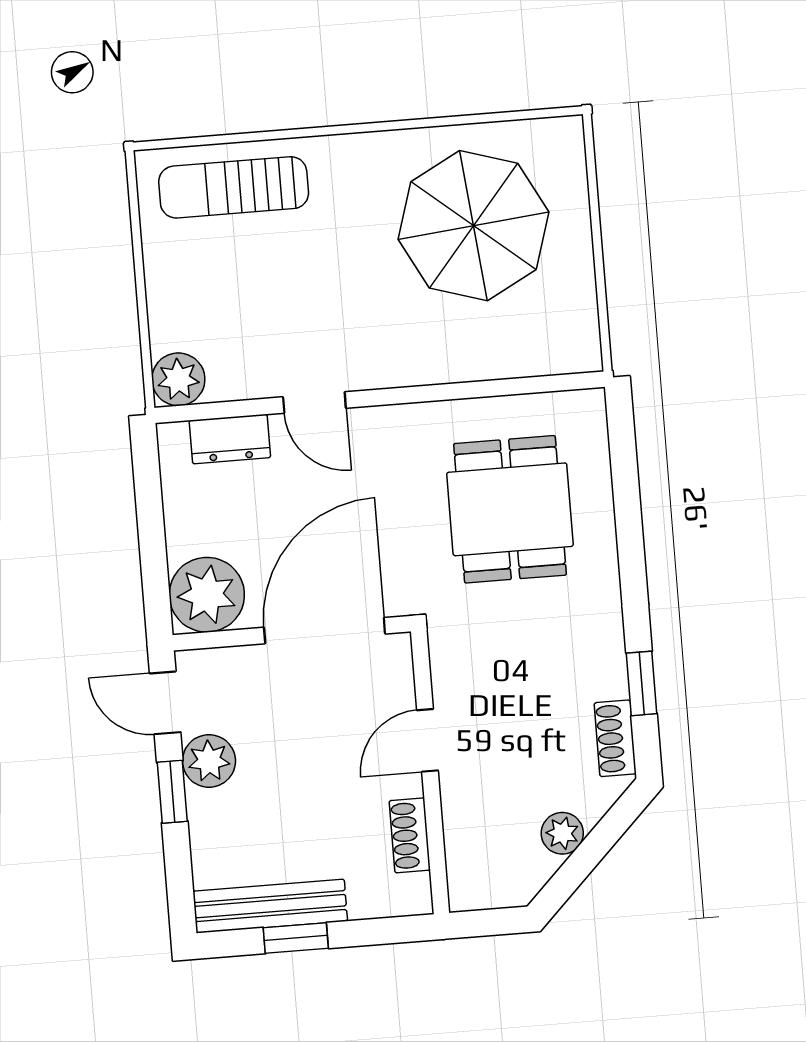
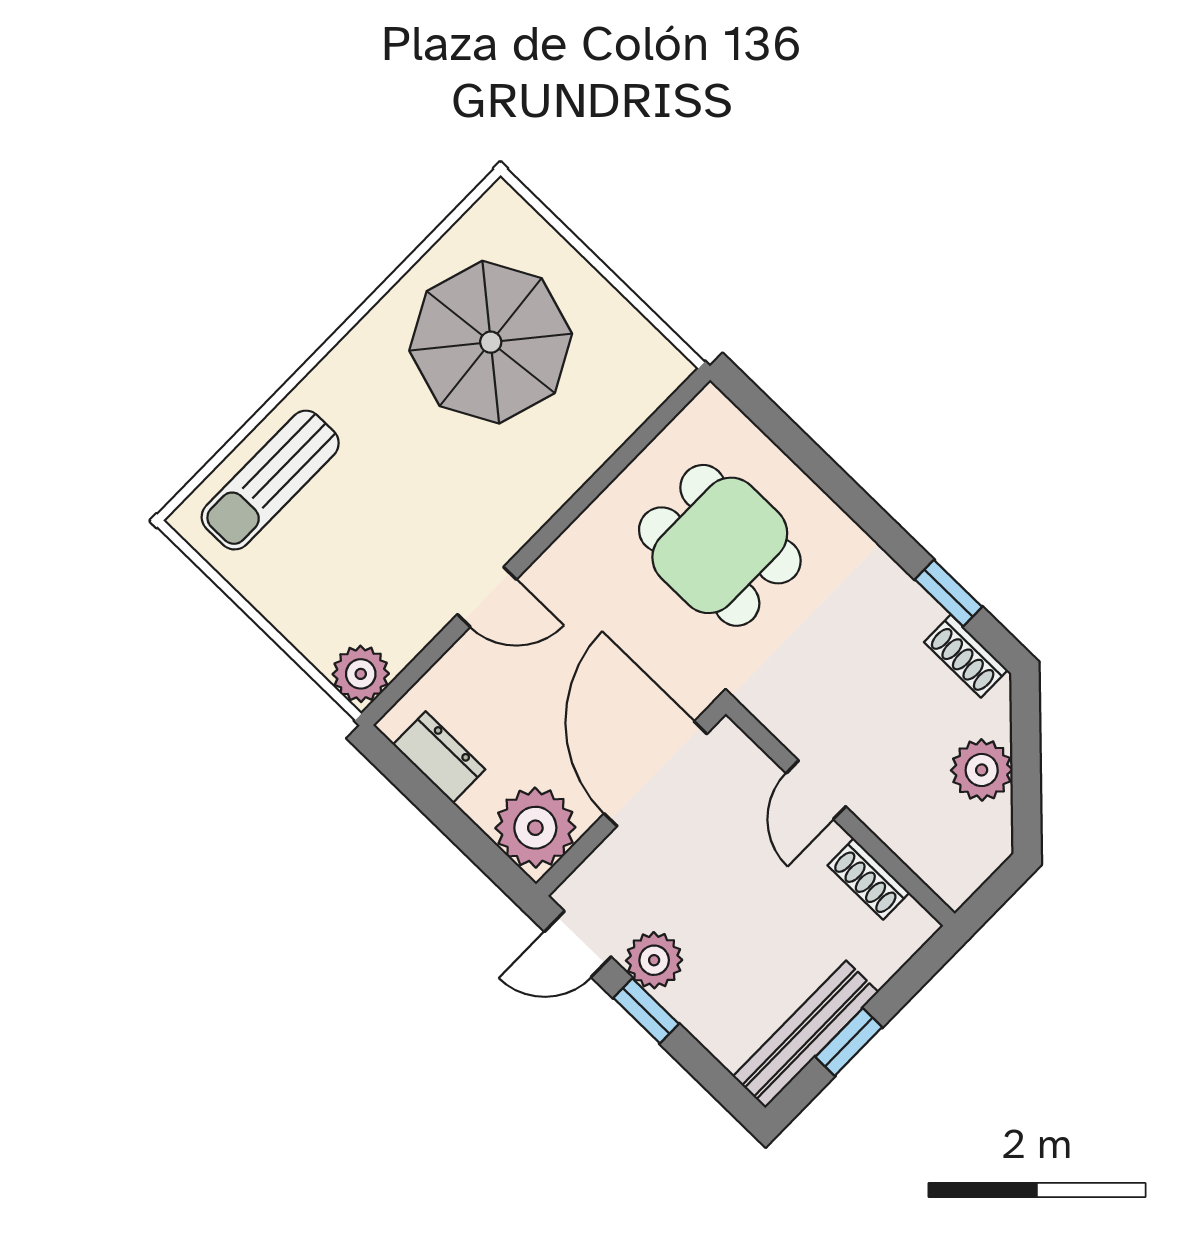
dresser: (230, 439) -> (439, 757), moved, turned -90
plant: (562, 833) -> (982, 770), width x1.38, depth x1.38

